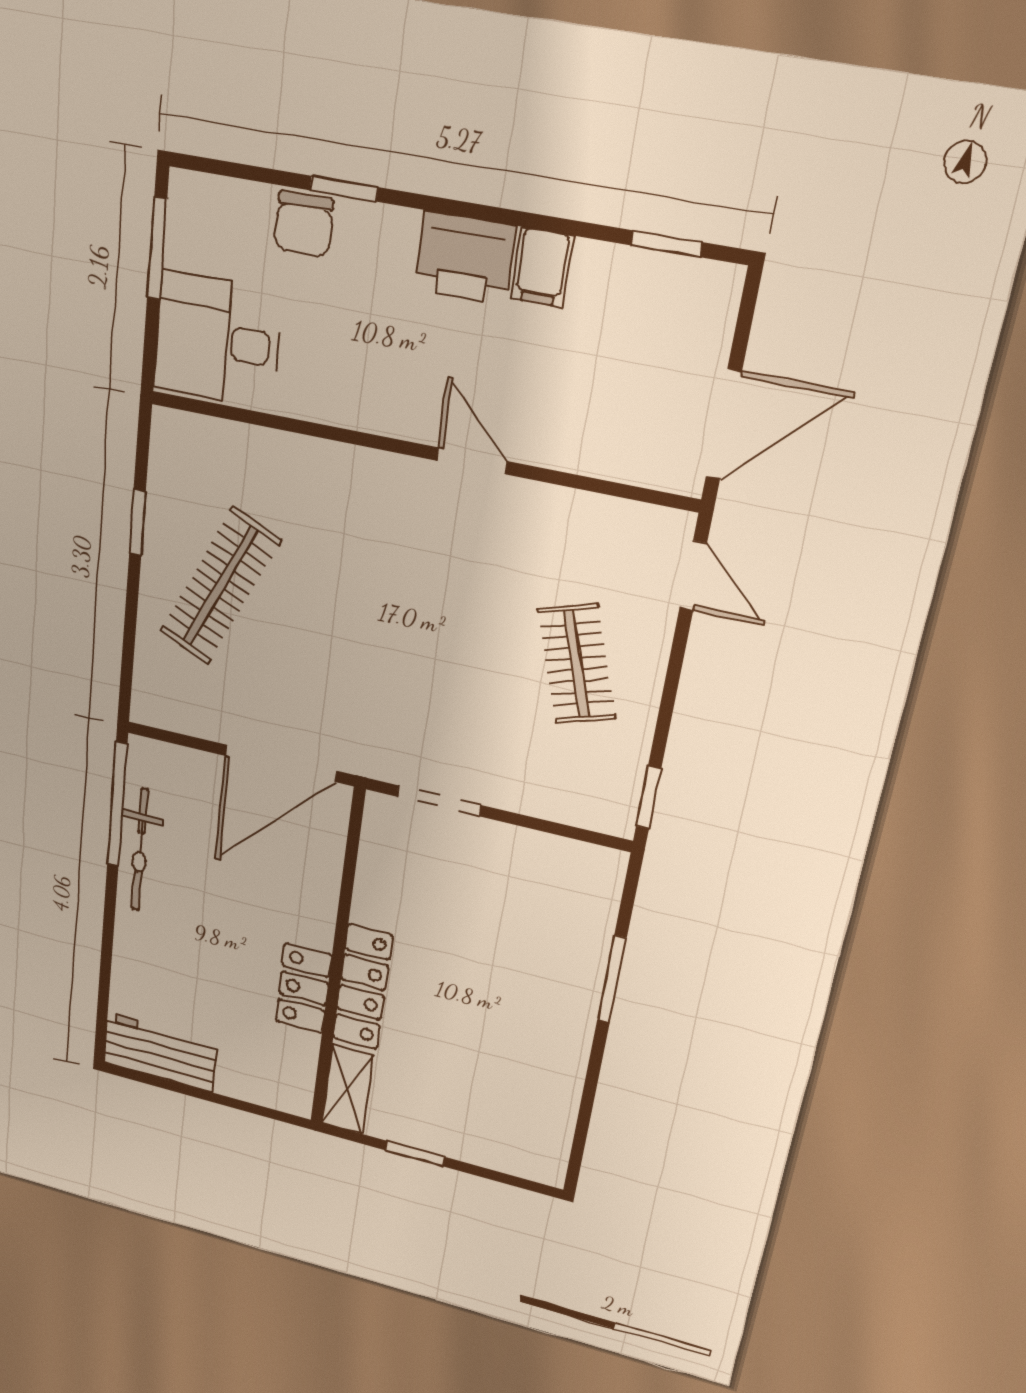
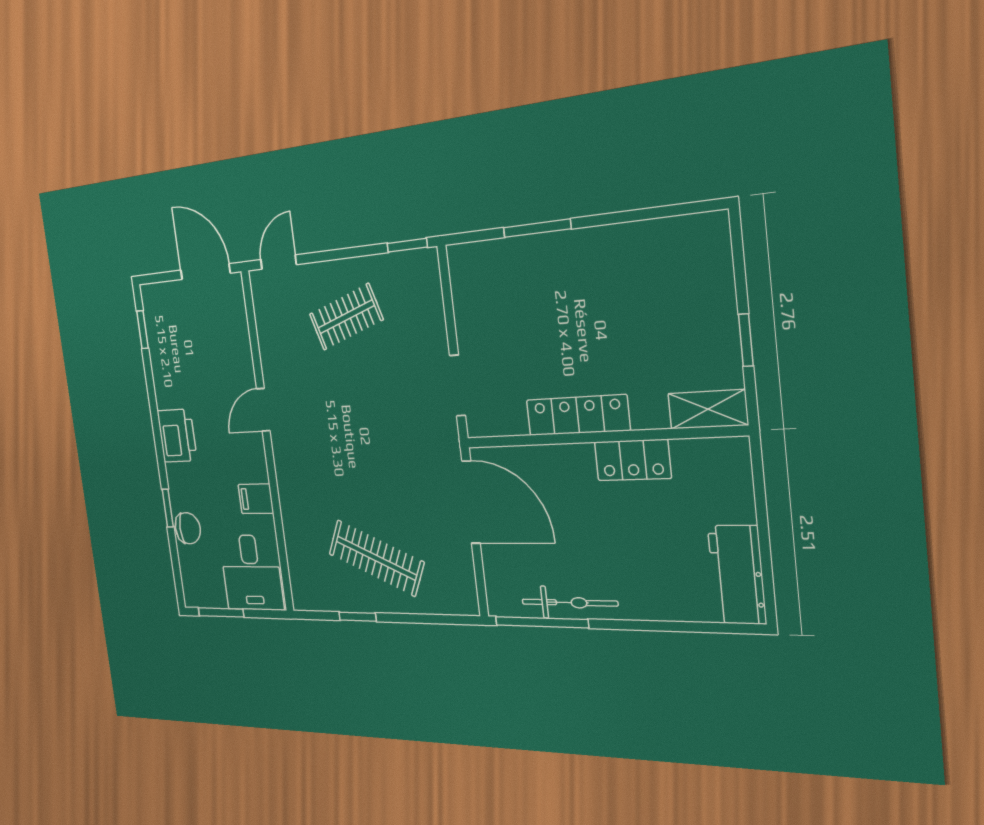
filing cabinet: (542, 267) -> (256, 499), moved, turned 180
locker: (363, 987) -> (578, 415), moved

